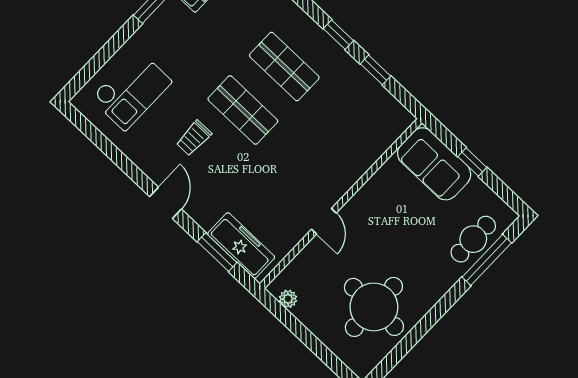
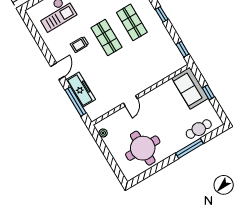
window: (376, 70) -> (183, 49), moved
freezer: (241, 246) -> (81, 90), moved
window: (217, 252) -> (76, 102), width x1.44
window: (487, 260) -> (190, 148), moved

